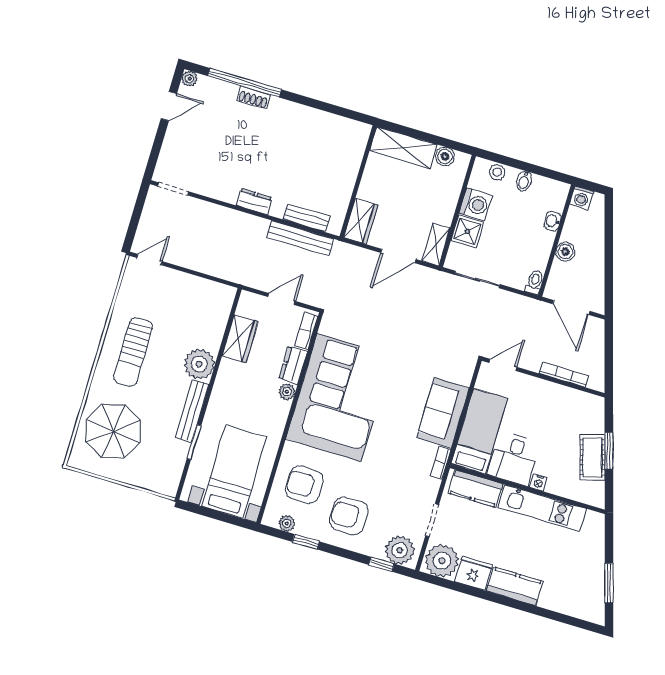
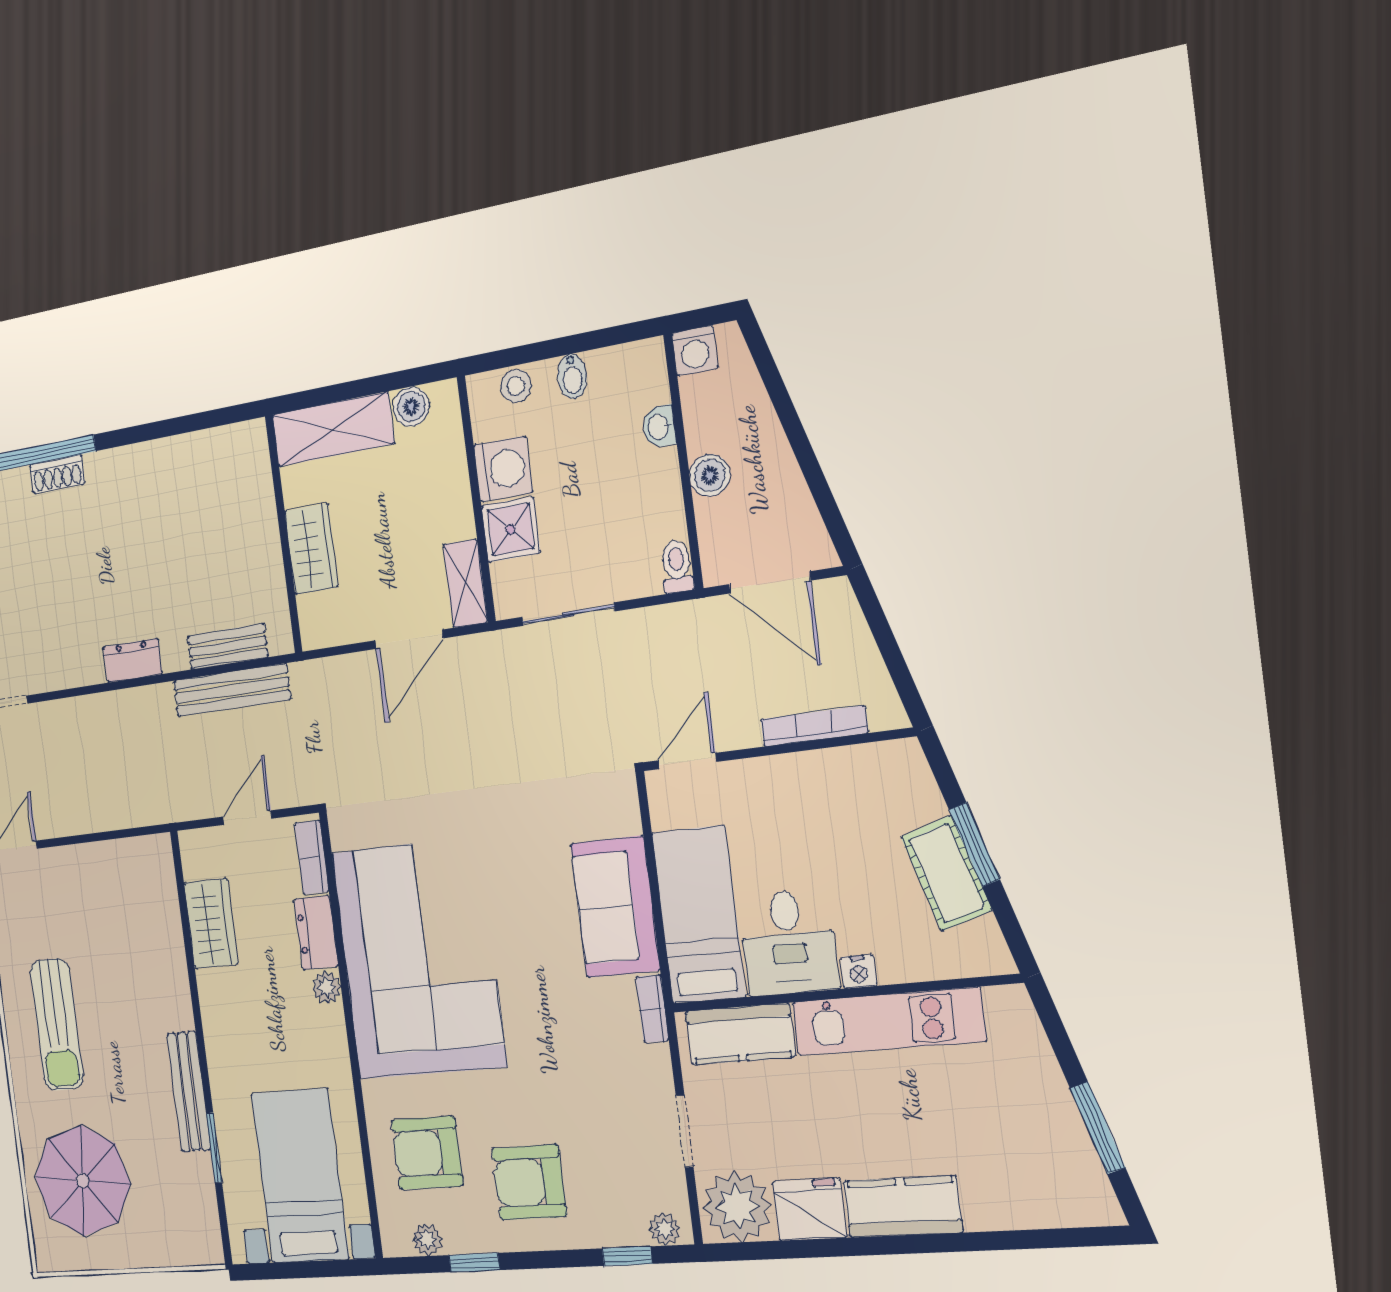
wardrobe: (361, 221) -> (311, 549), moved
plant: (199, 364) -> (165, 1000), removed
plant: (400, 550) -> (665, 1229), width x0.53, depth x0.53

